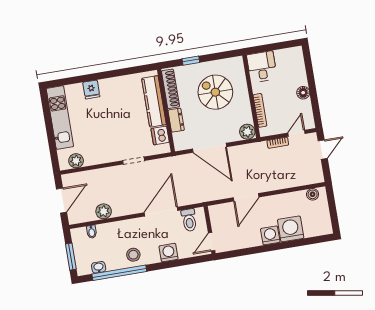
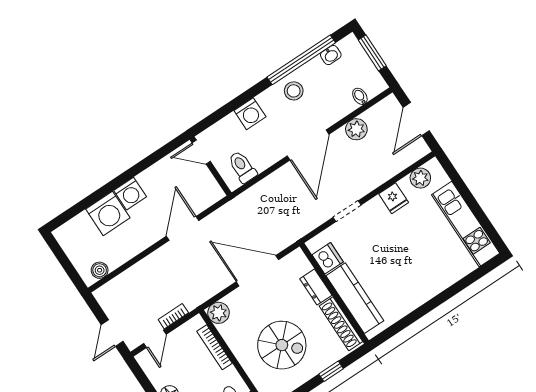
fridge: (91, 89) -> (394, 198), moved, turned 180
door: (161, 212) -> (308, 145), moved
door: (212, 242) -> (201, 152), swing flipped

